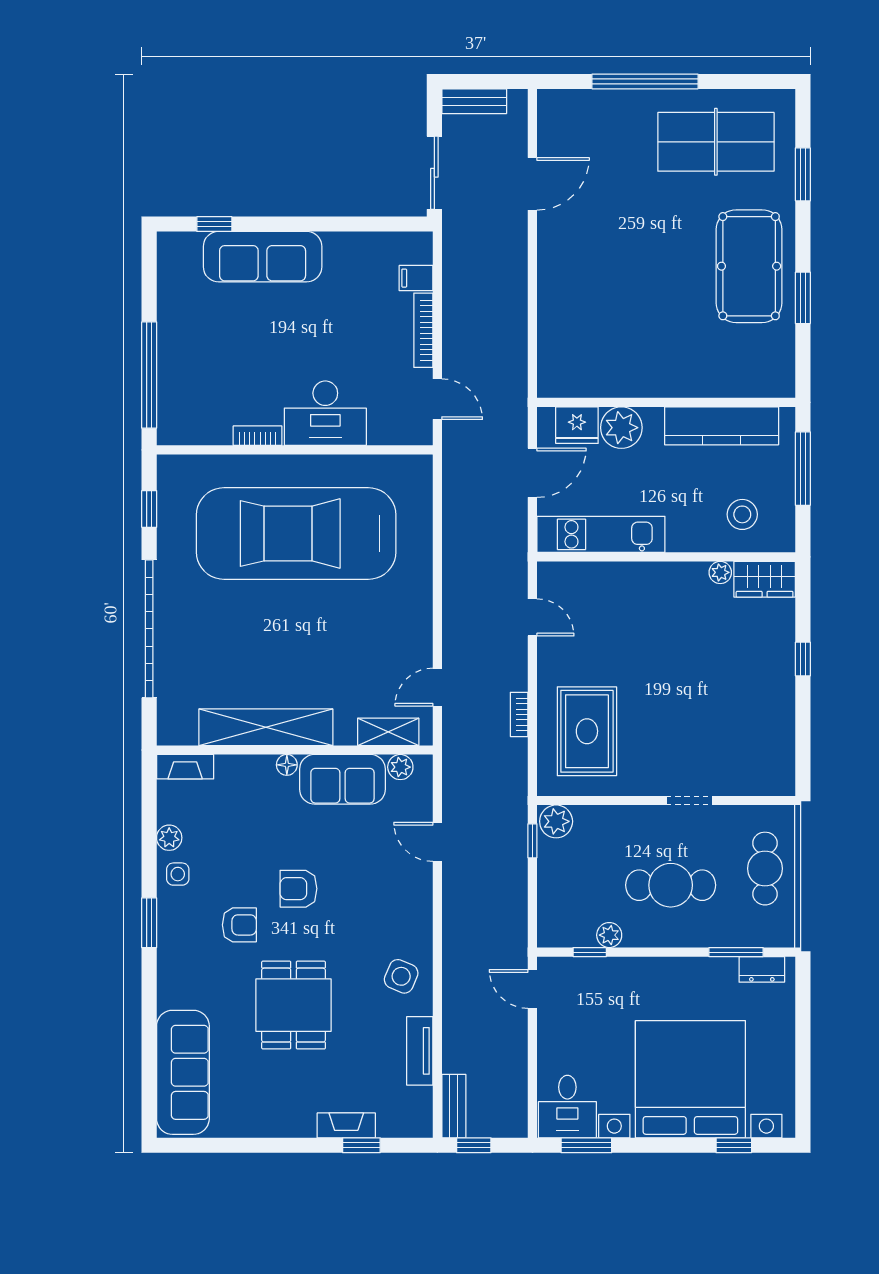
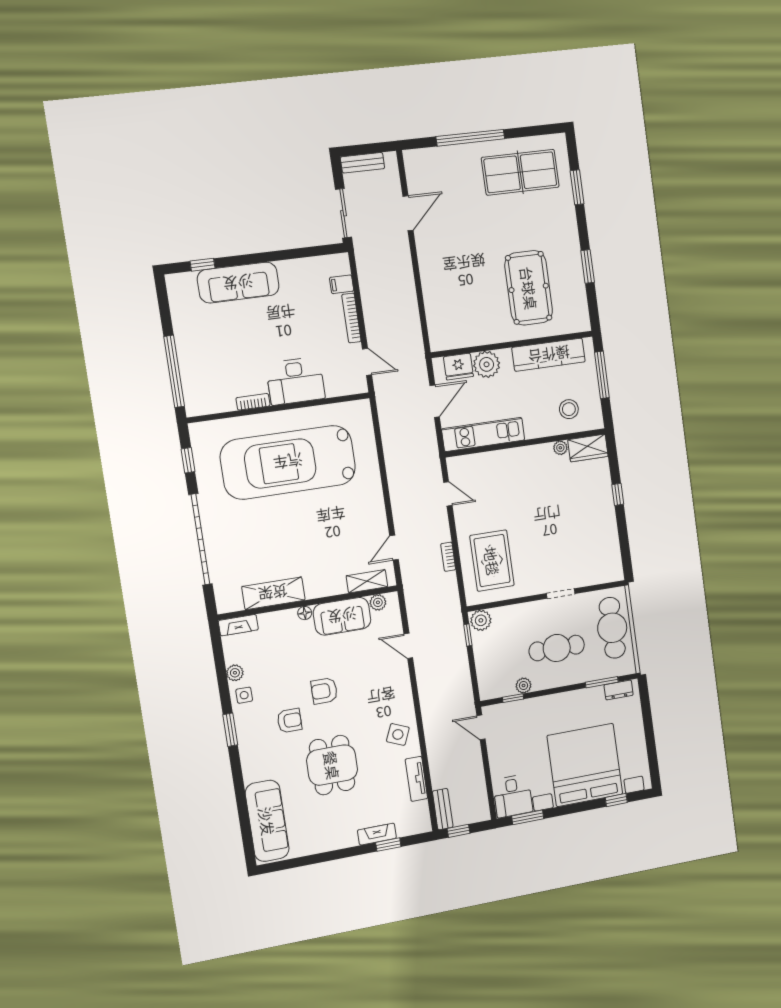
pool table: (749, 266) -> (529, 288), moved
shelving: (266, 727) -> (273, 593), width x0.68
cafe table: (765, 869) -> (612, 628), width x1.37, depth x1.35

